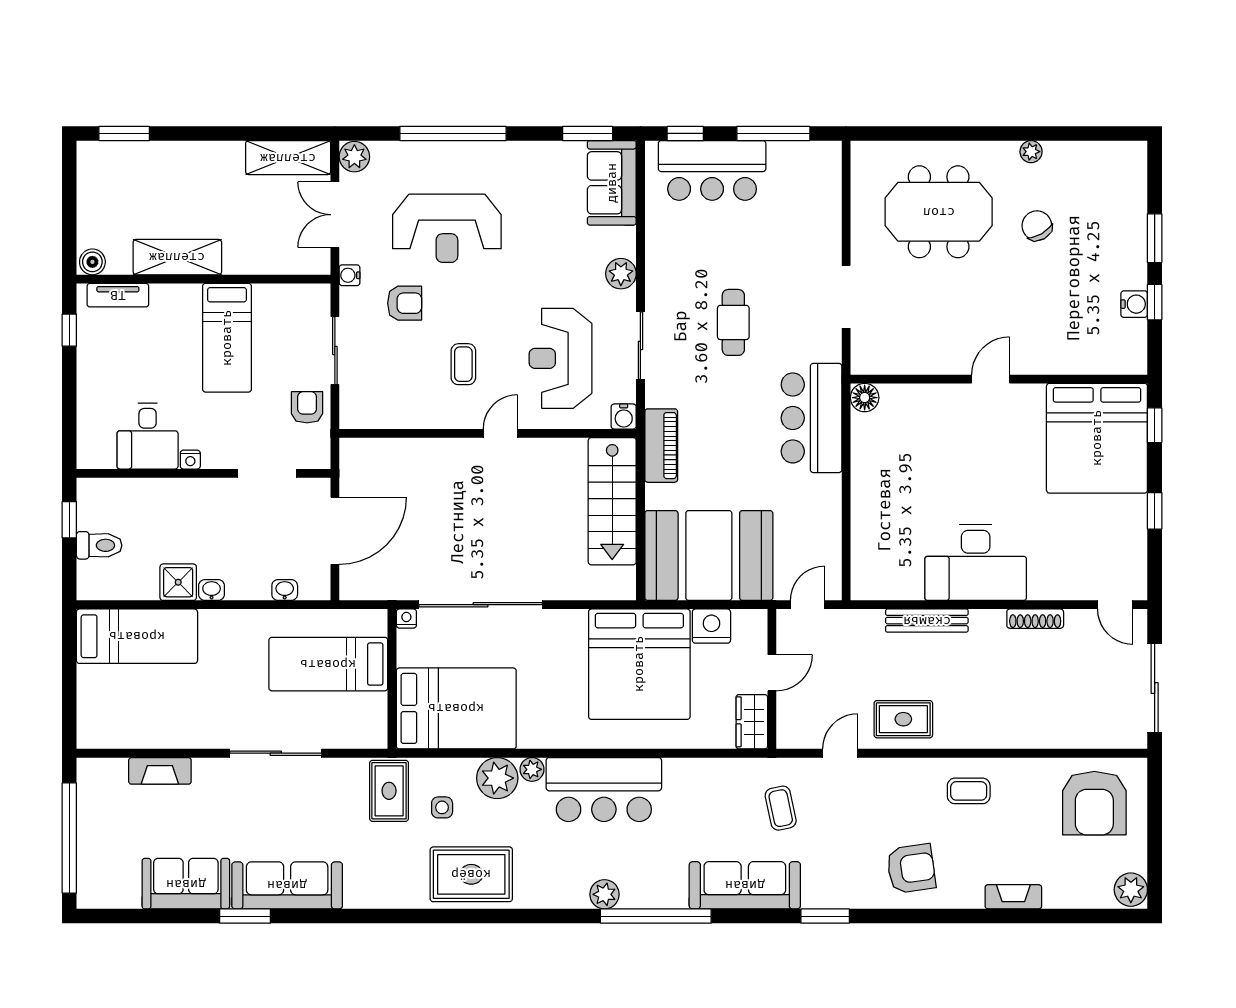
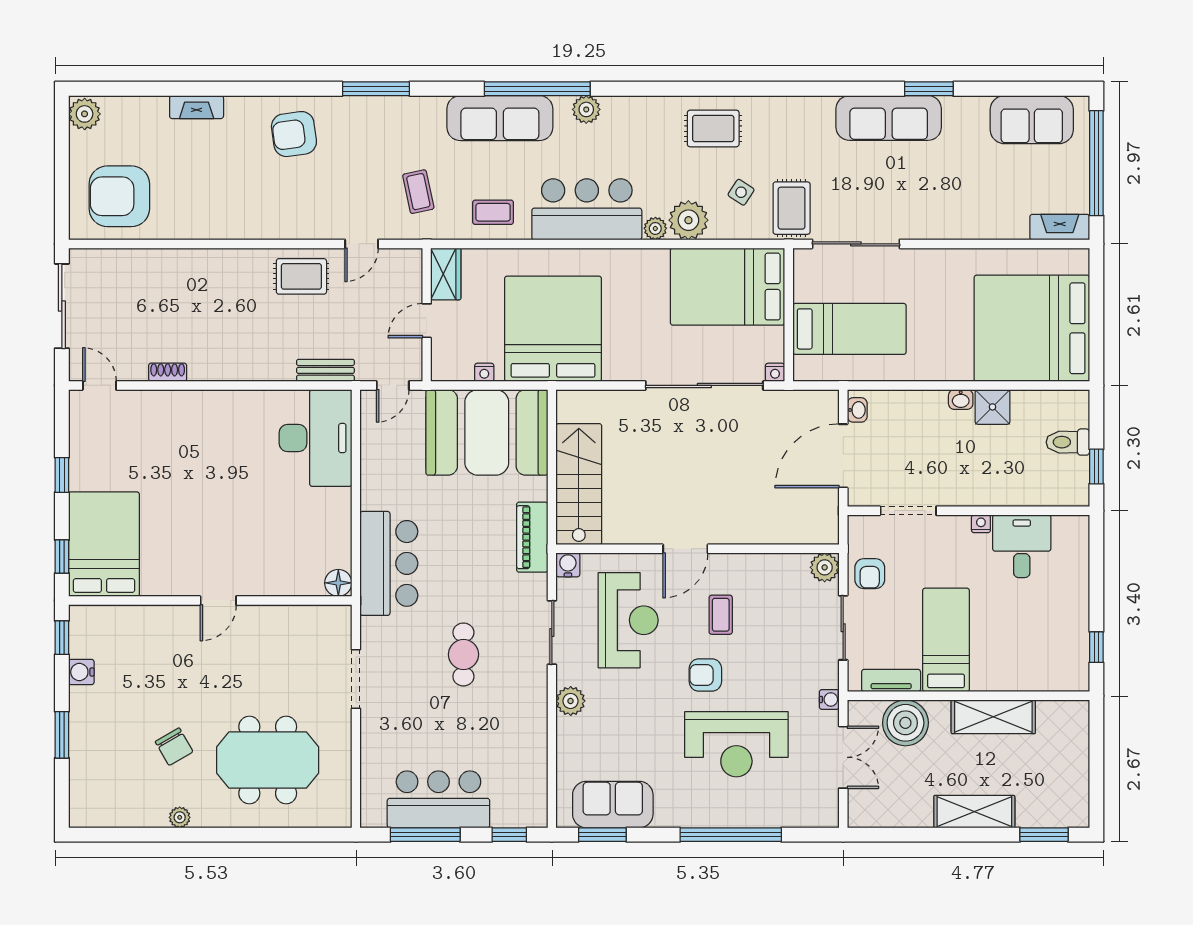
plant: (354, 157) -> (825, 567), moved
shelving: (288, 158) -> (974, 812), moved
bar counter: (712, 170) -> (438, 799), moved
sofa: (612, 183) -> (613, 805), moved, turned -90
reception desk: (447, 228) -> (736, 744), turned 180
boiler: (92, 262) -> (905, 723), moved, width x1.86, depth x1.86
tv unit: (118, 295) -> (891, 681), moved
window: (1155, 302) -> (62, 638), moved
armchair: (405, 303) -> (705, 675), moved
door: (500, 433) -> (685, 549), width x1.38
bed: (1097, 438) -> (104, 544), width x0.73
desk: (976, 562) -> (316, 438), moved, turned 90
washbasin: (285, 590) -> (857, 410), moved, turned -90
shoe rack: (1035, 619) -> (168, 372), width x0.70
bench: (927, 621) -> (325, 370), moved, width x0.73
nightstand: (711, 626) -> (484, 372), width x0.53, depth x0.56
bed: (137, 636) -> (1032, 328), width x2.04
sliding door: (276, 753) -> (856, 244), moved
fireplace: (160, 771) -> (1060, 227), moved
coffee table: (969, 791) -> (493, 212), moved
armchair: (1094, 803) -> (119, 196), turned -90
side table: (442, 807) -> (741, 192), turned 33
rug: (471, 874) -> (713, 128), width x0.73, depth x0.70
sofa: (186, 884) -> (1032, 120), moved
sofa: (745, 885) -> (500, 118), moved
window: (825, 916) -> (376, 89), width x1.44

